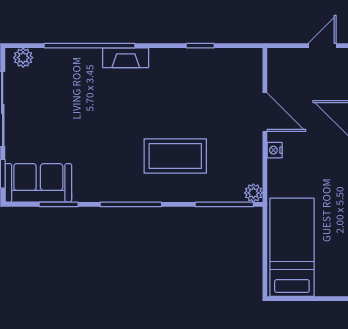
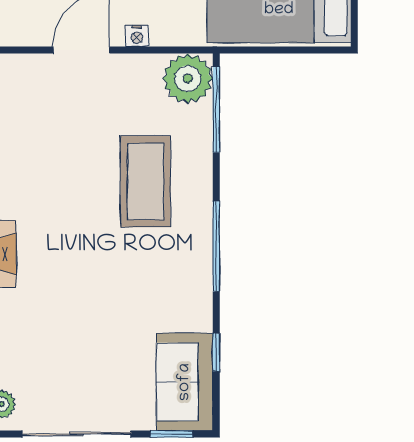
plant: (253, 193) -> (188, 79), width x1.88, depth x1.88
window: (59, 204) -> (216, 352), width x0.67

